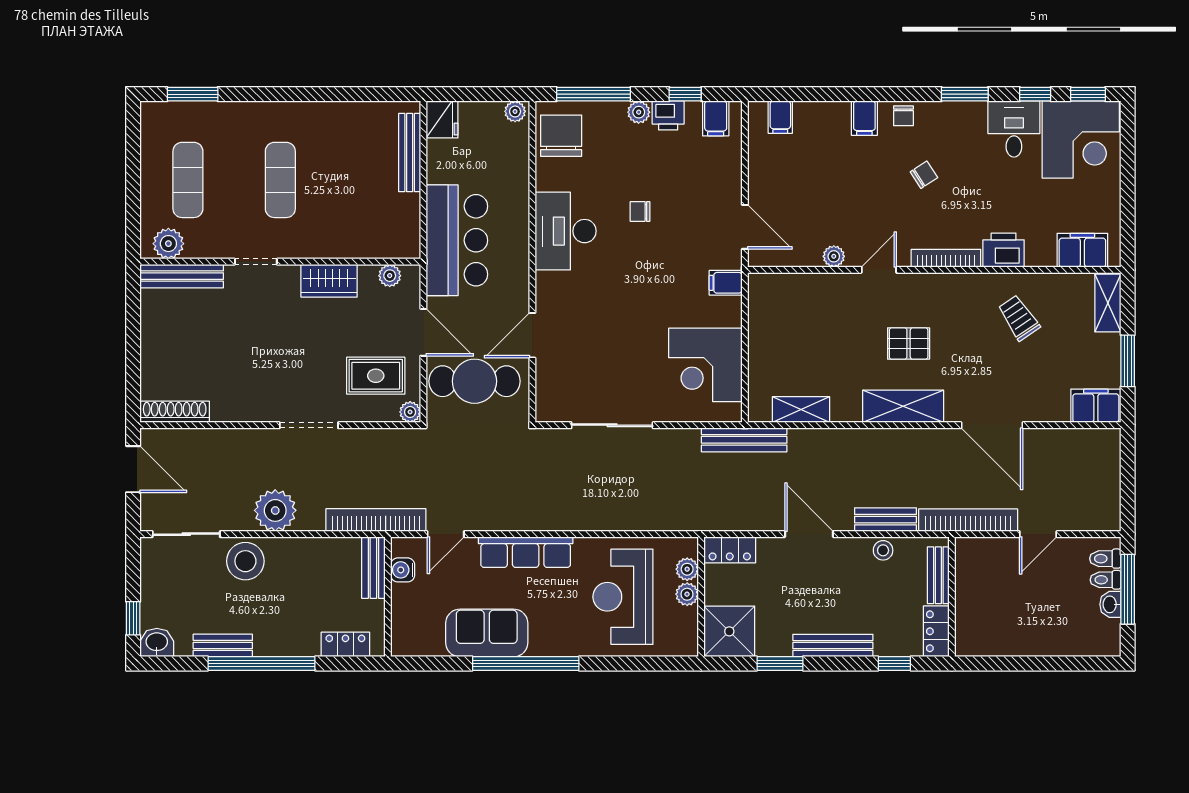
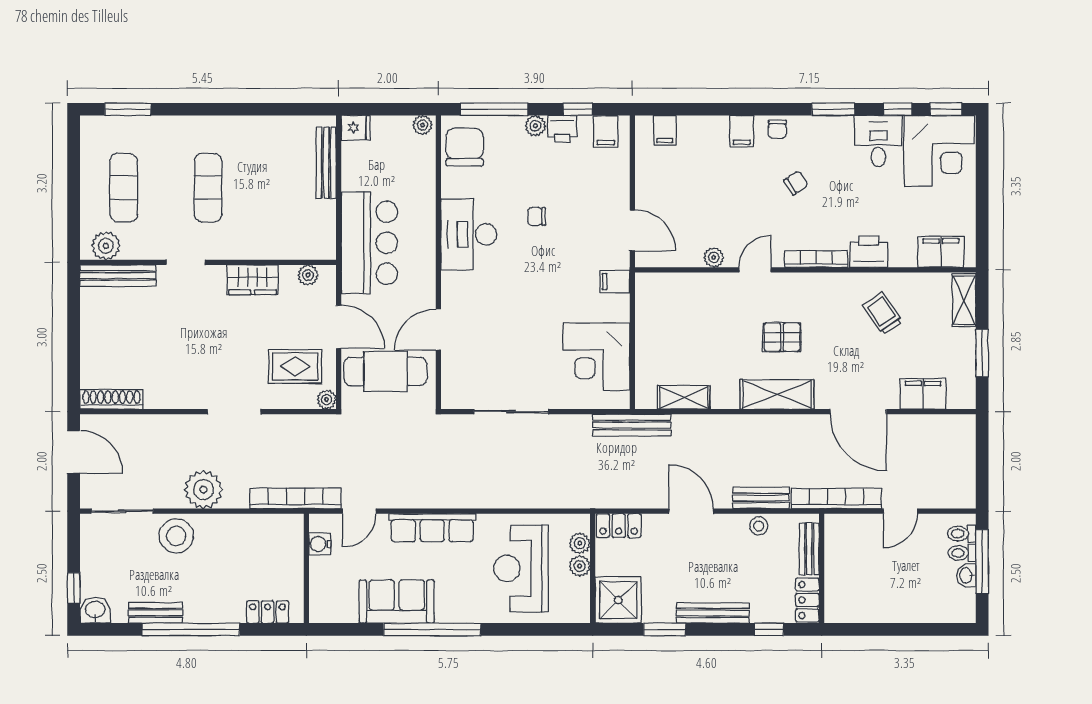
fridge: (442, 119) -> (356, 128), width x0.72
filing cabinet: (1096, 406) -> (923, 394), moved
bench: (373, 568) -> (293, 542), removed

